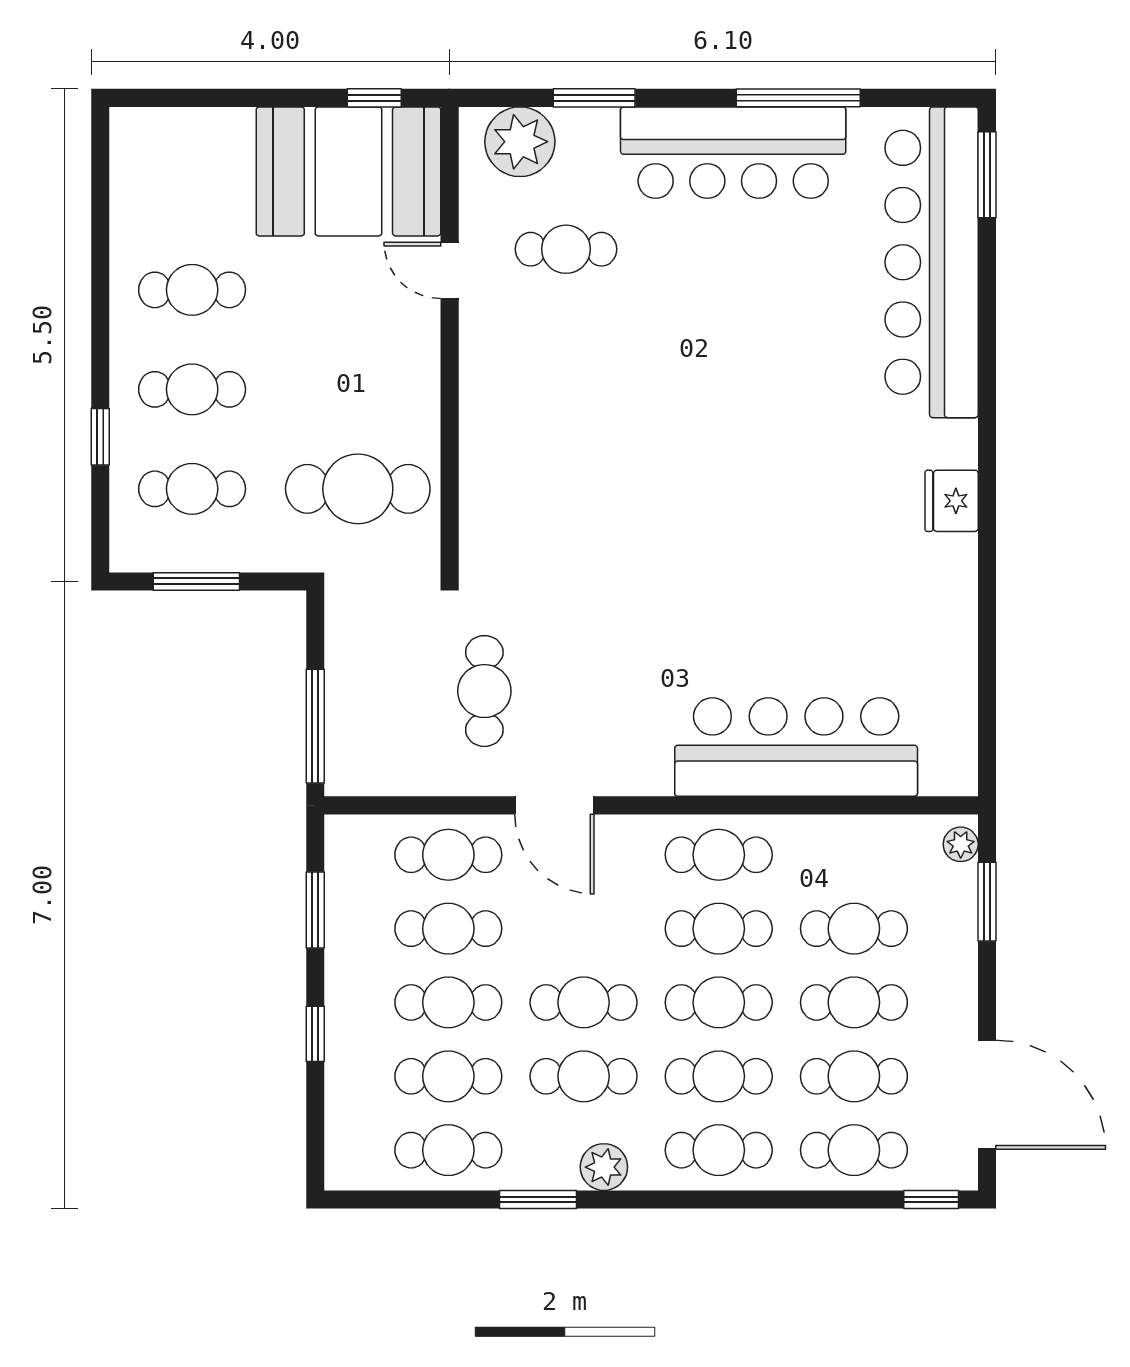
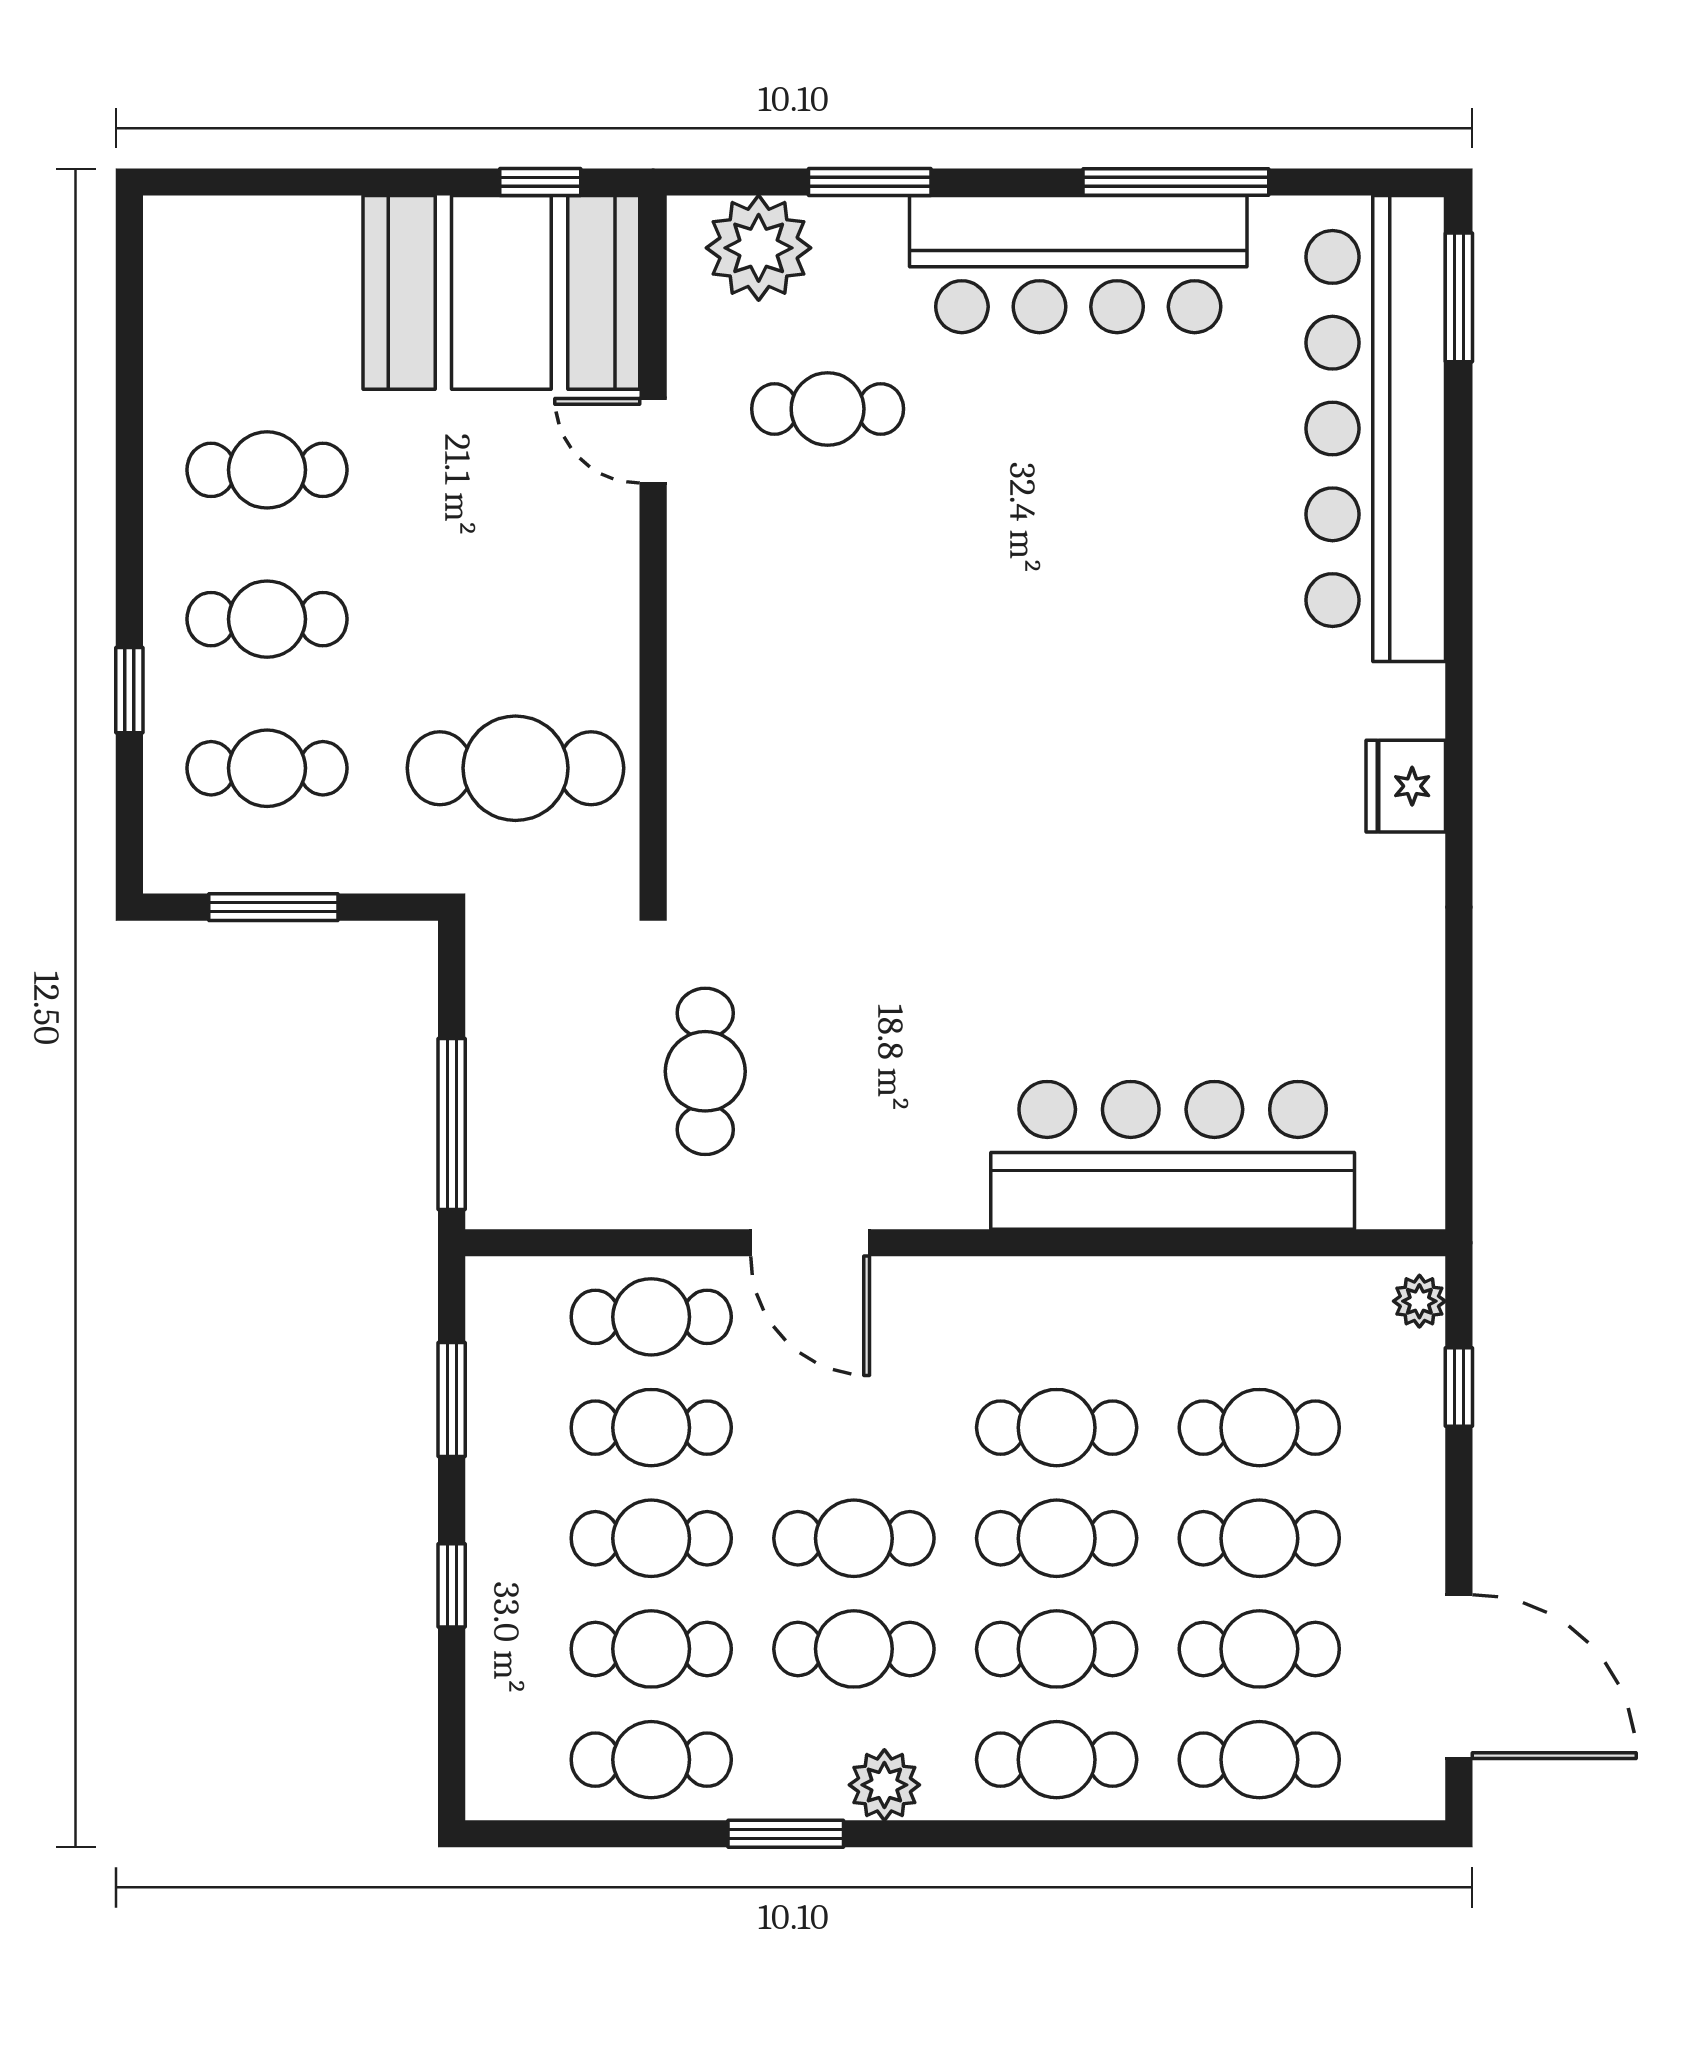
cafe table: (719, 855) -> (1057, 1317), removed
window: (987, 902) -> (1459, 1387), width x0.67
window: (931, 1200) -> (1375, 1834), removed

